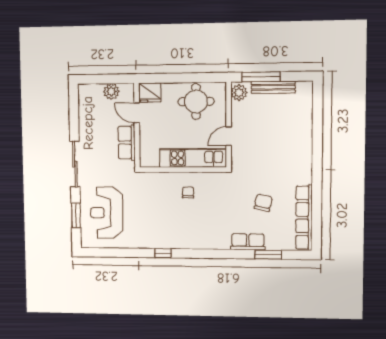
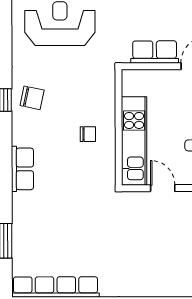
chair: (263, 203) -> (32, 98), moved
row of seats: (248, 242) -> (22, 169), moved

